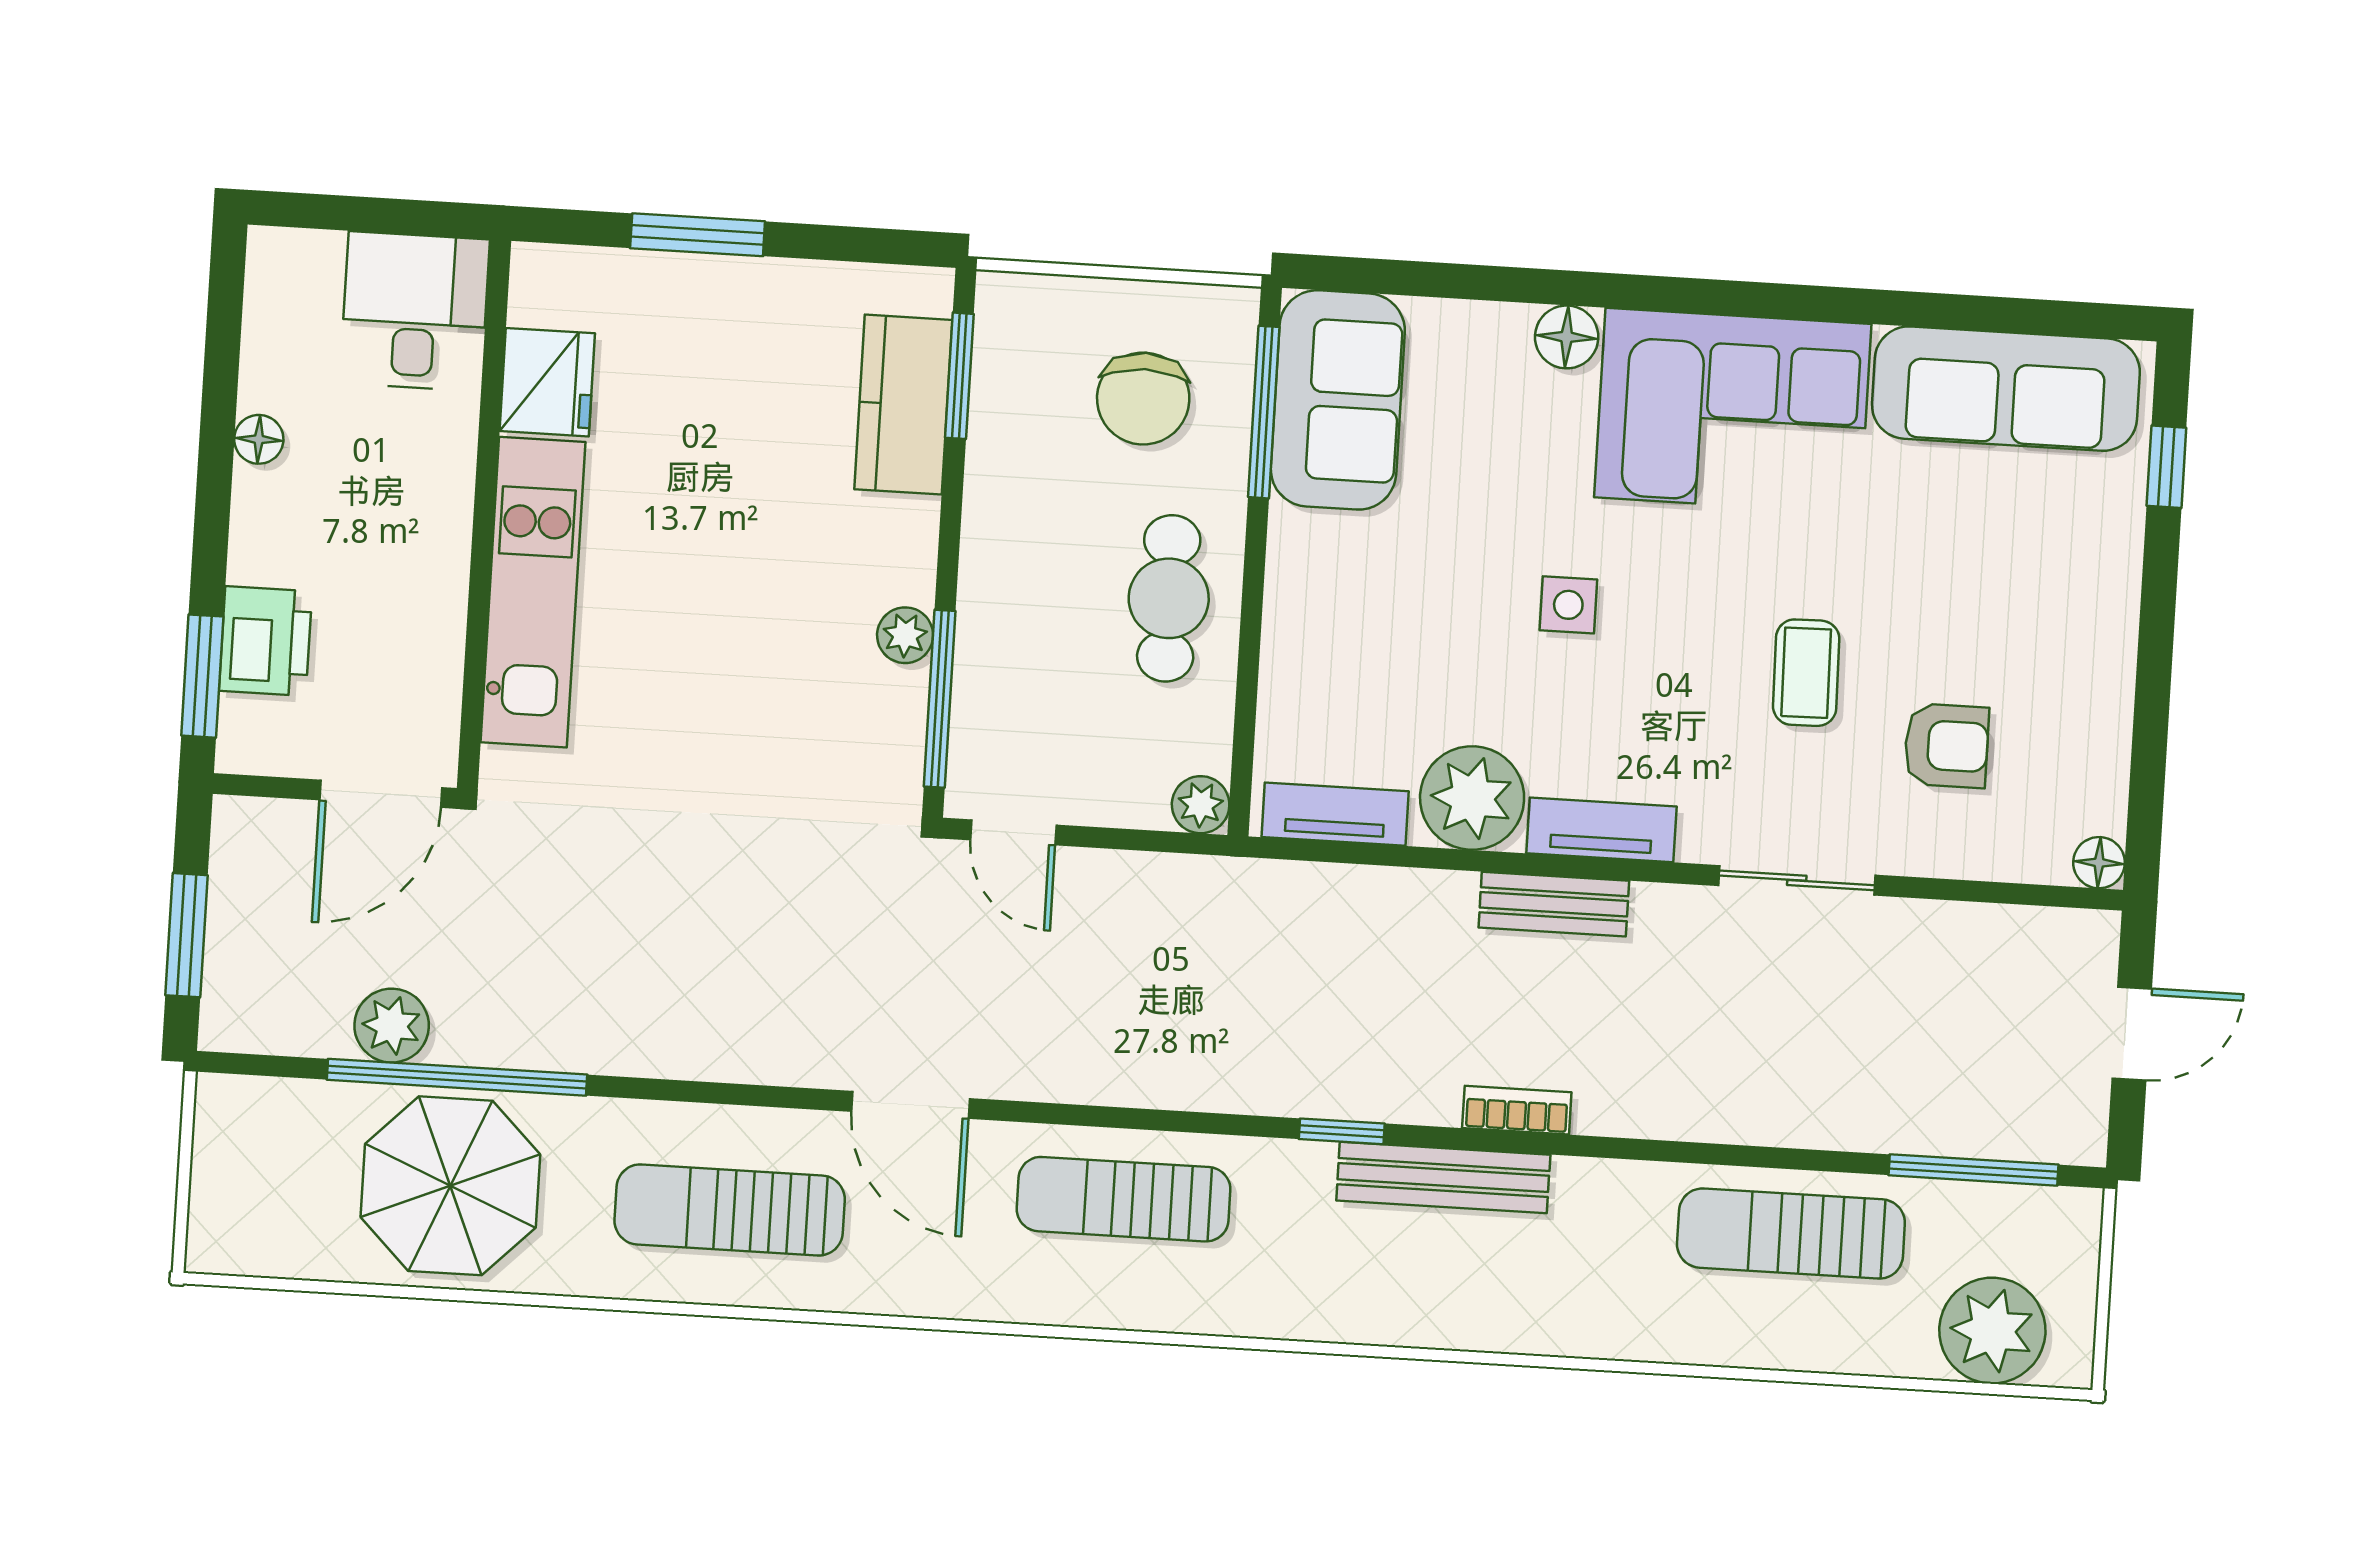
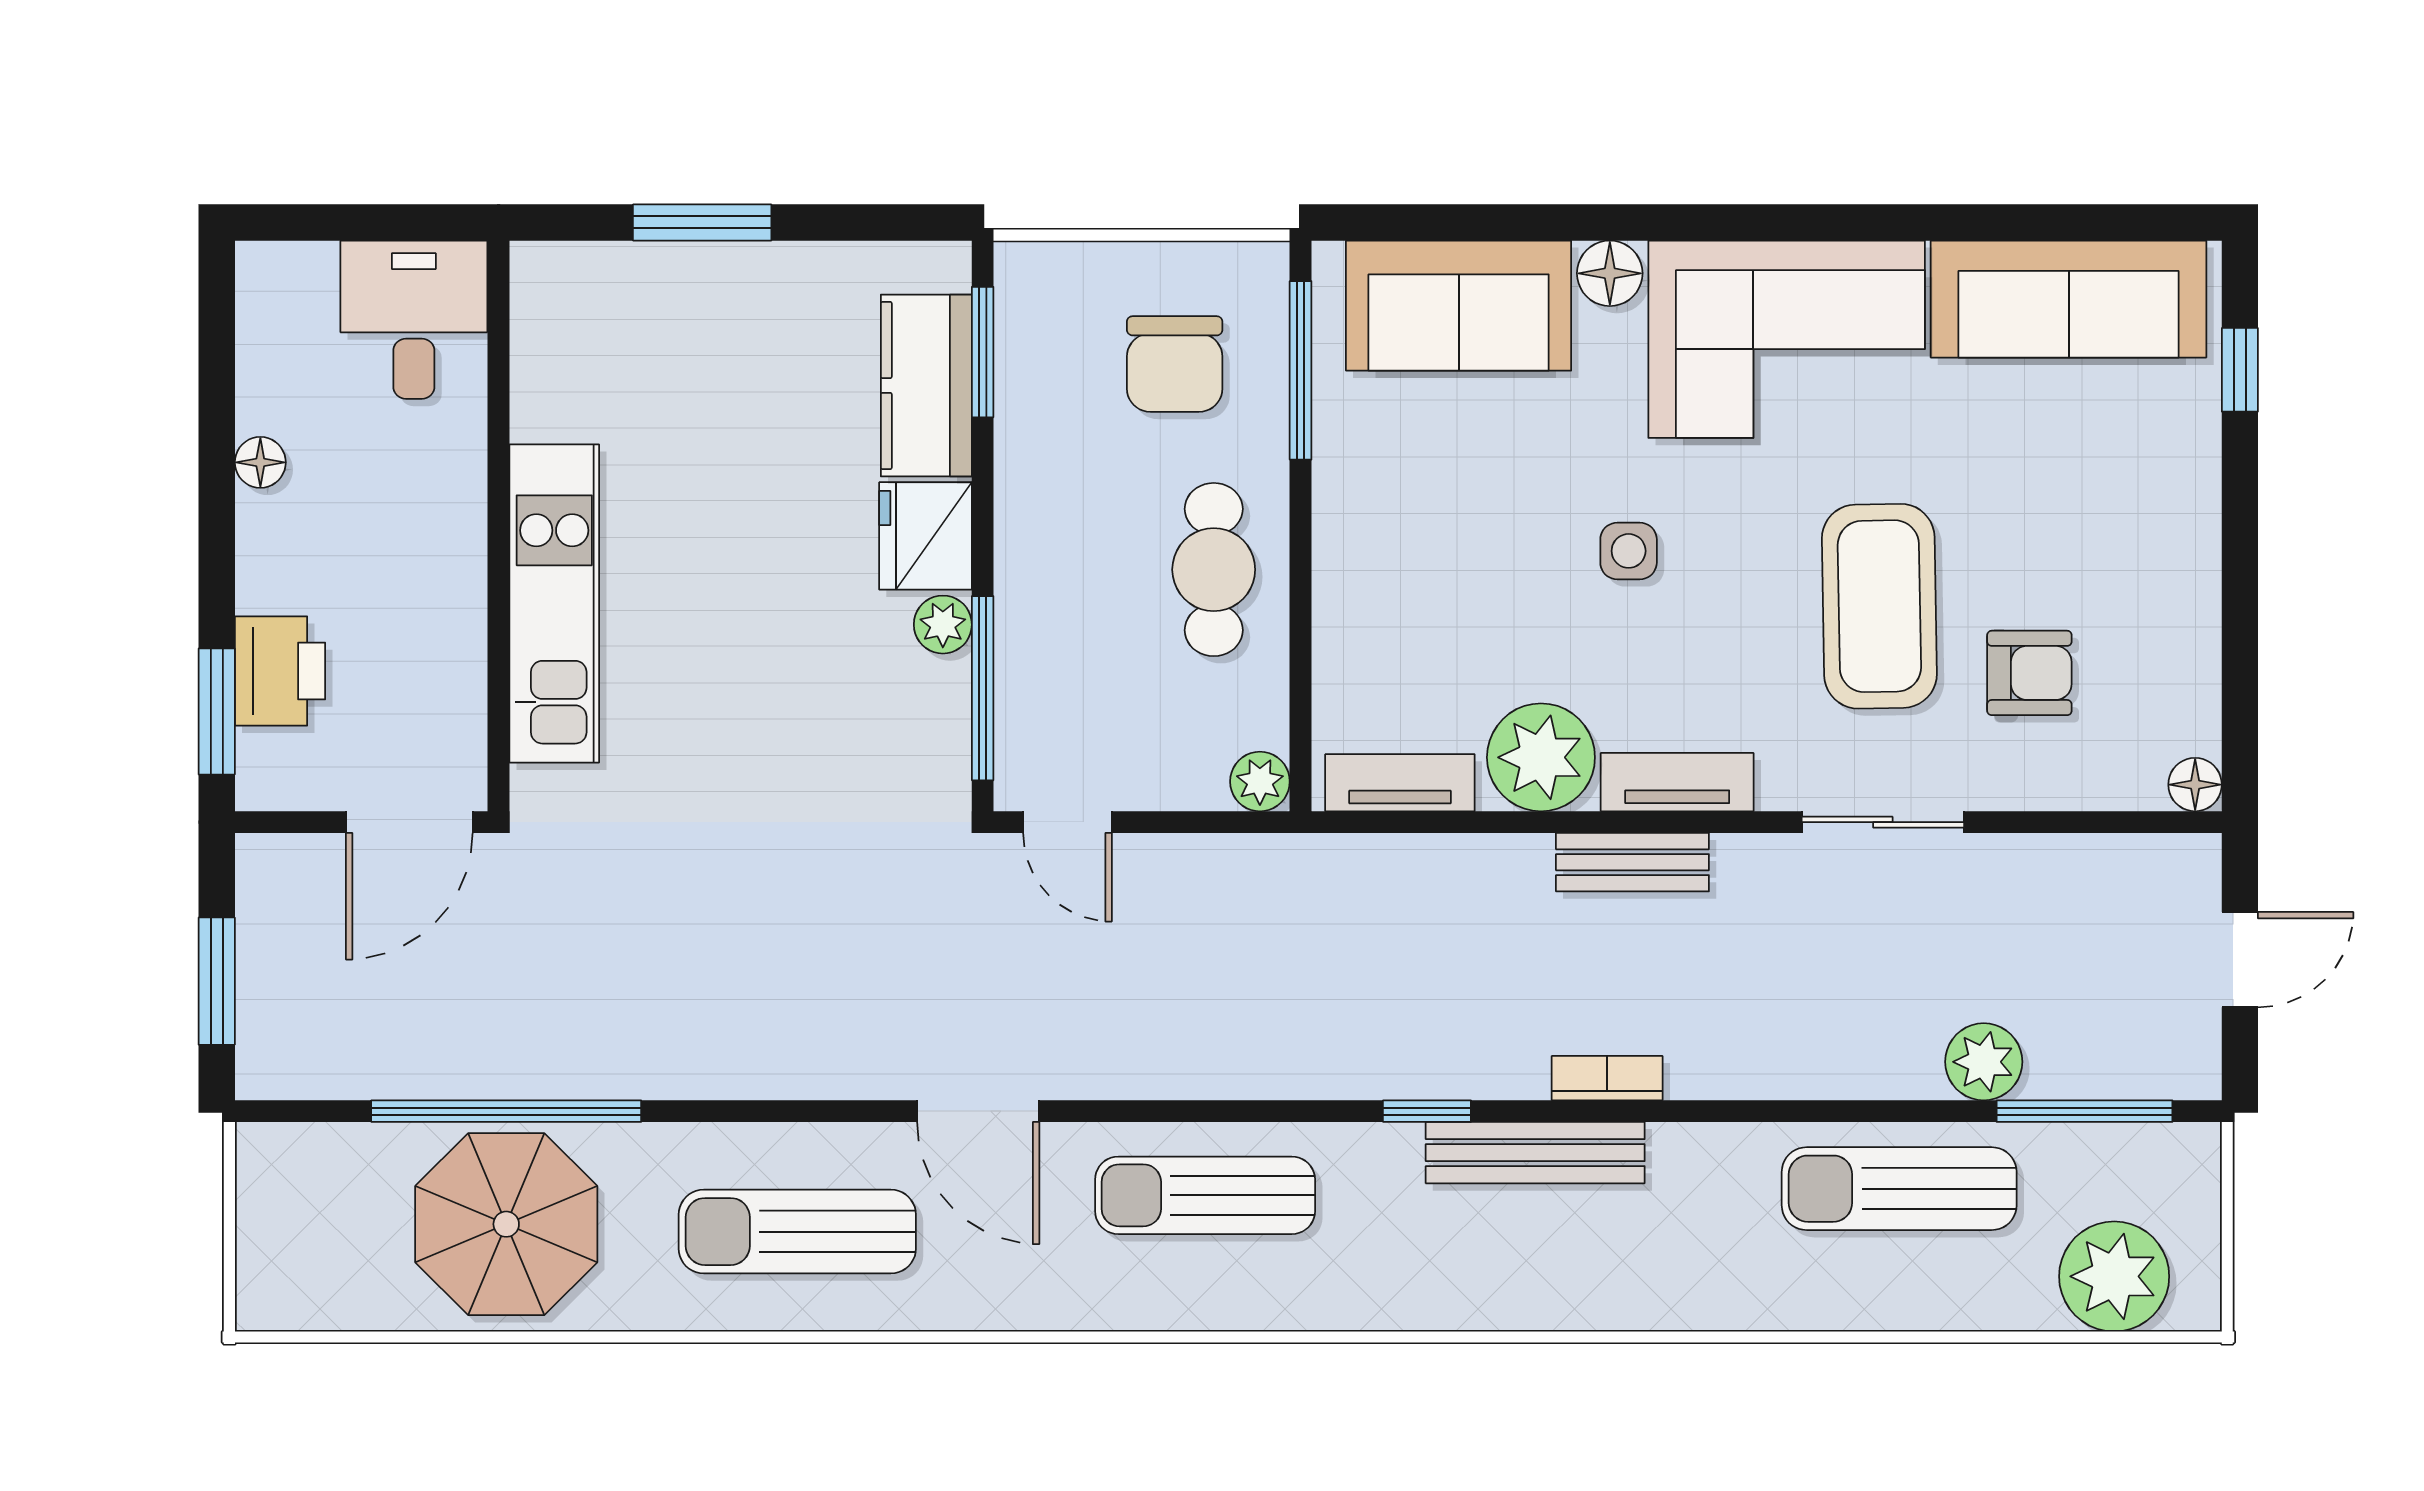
fridge: (547, 382) -> (926, 536), moved, turned 180
sofa: (1338, 400) -> (1459, 306), moved, turned 90
coffee table: (1806, 673) -> (1879, 606), width x1.86, depth x1.72
plant: (392, 1026) -> (1984, 1062), moved

